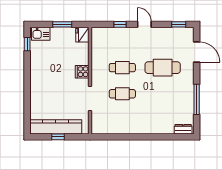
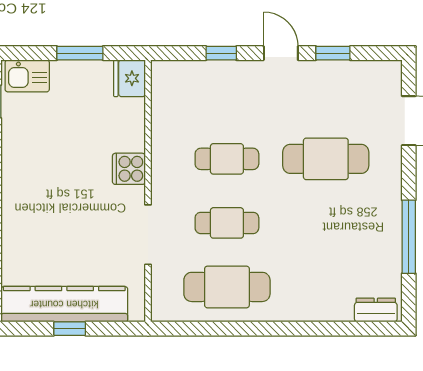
window: (179, 24) -> (333, 53), moved
cafe table: (122, 120) -> (227, 287), added

